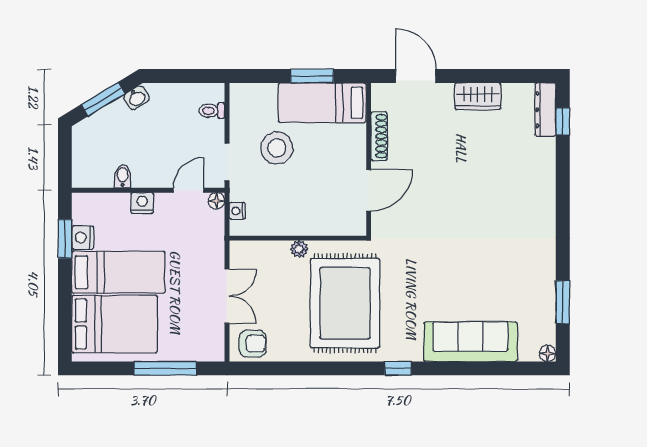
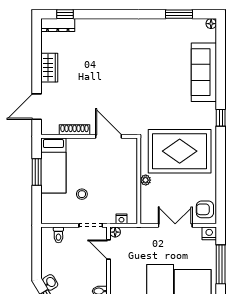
stool: (277, 148) -> (82, 194), width x0.53, depth x0.53
nightstand: (142, 203) -> (209, 233), moved, turned 90
armchair: (253, 344) -> (205, 209), turned -90

